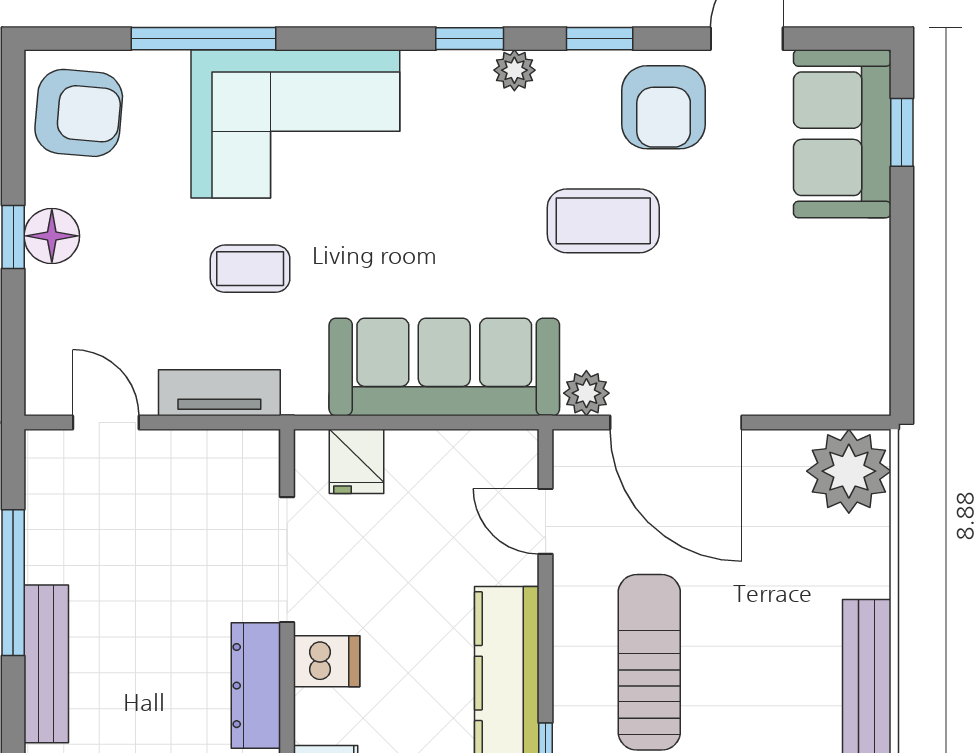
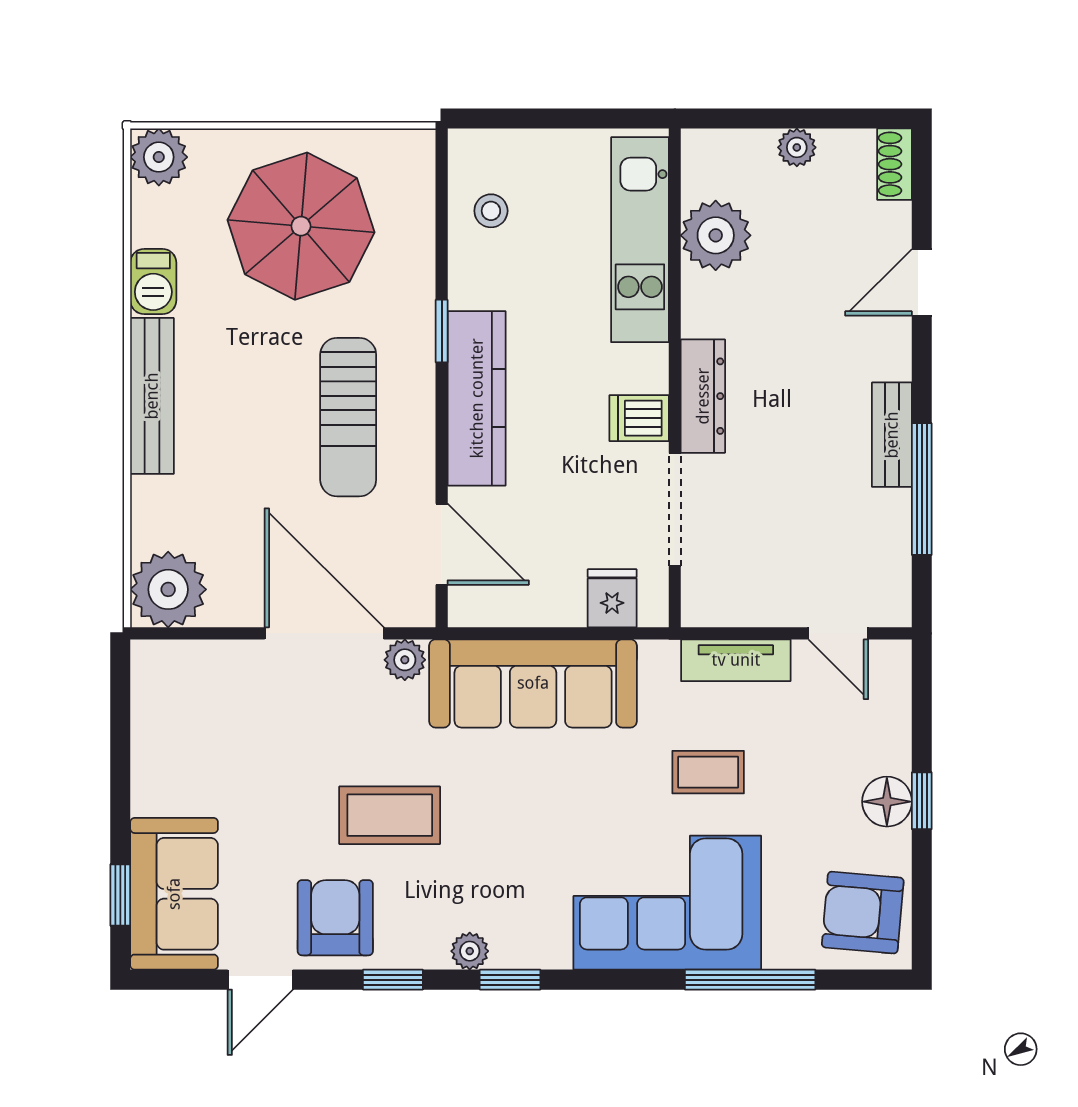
door: (546, 521) -> (442, 544), width x1.38
bench: (46, 664) -> (892, 435), width x0.73

